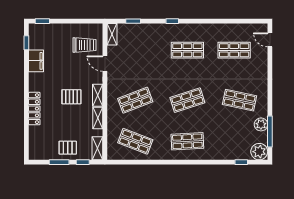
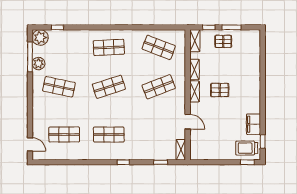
trolley: (84, 45) -> (247, 148), moved
locker: (34, 109) -> (255, 79), removed

